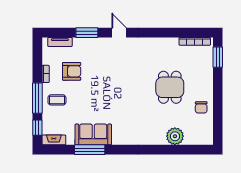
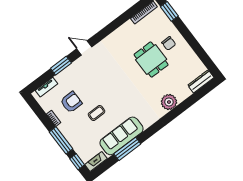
coffee table: (57, 100) -> (97, 113), moved
chair: (201, 107) -> (169, 43), moved
sofa: (93, 134) -> (122, 136), width x1.36
plant: (175, 136) -> (169, 102), moved
dresser: (199, 139) -> (201, 81), added

